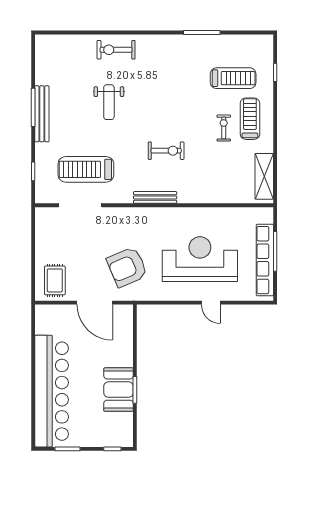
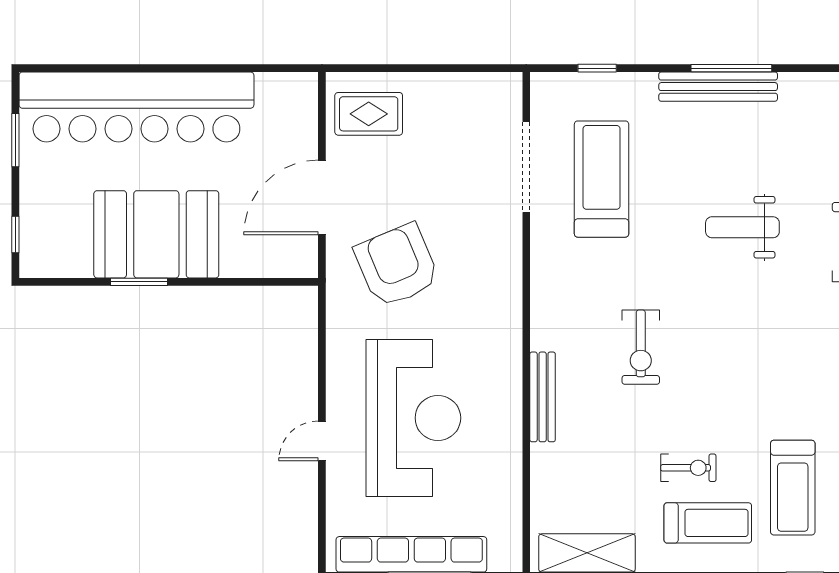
bench: (155, 197) -> (543, 397), moved
booth: (119, 390) -> (156, 234), width x1.36, depth x1.42

